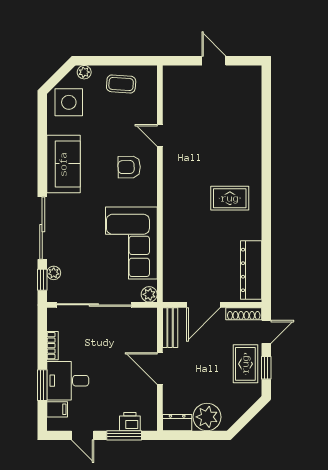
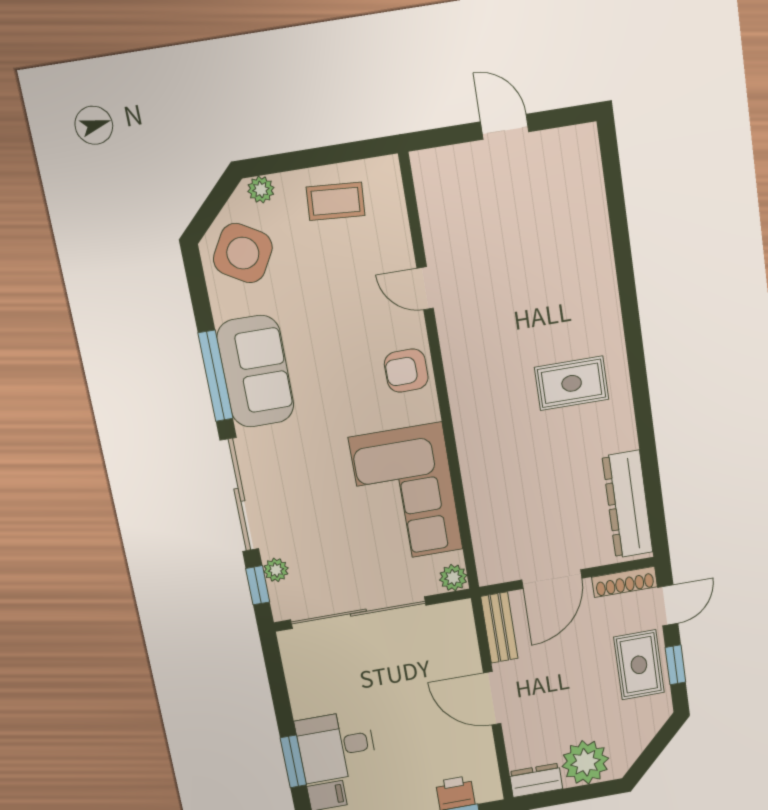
side table: (69, 102) -> (243, 253), turned 30
window: (42, 163) -> (215, 376), added
armchair: (129, 167) -> (406, 371), moved
bookcase: (52, 346) -> (298, 694), removed

